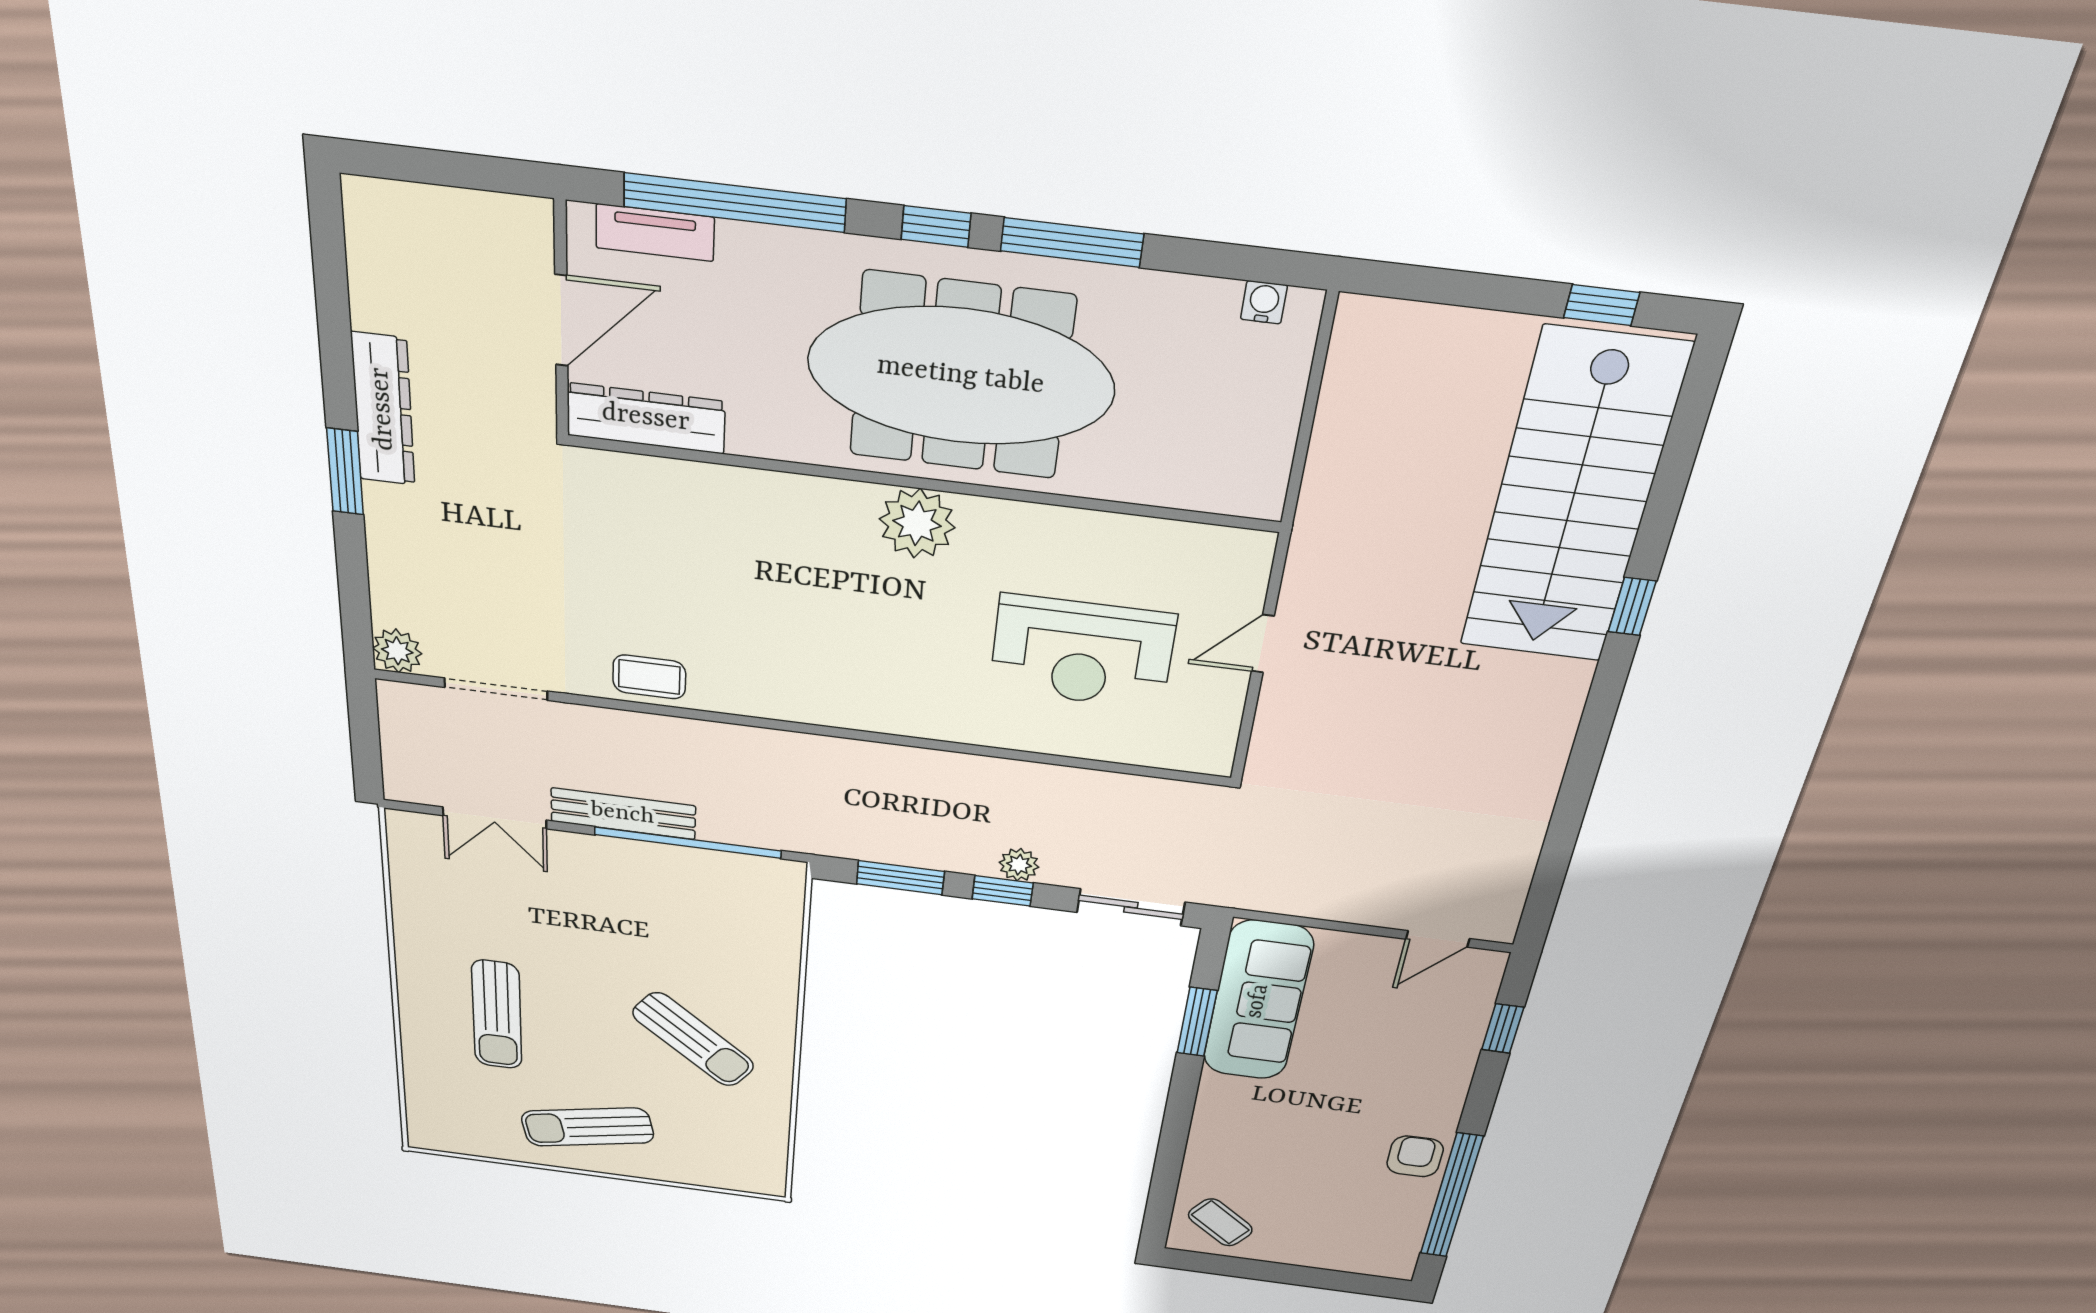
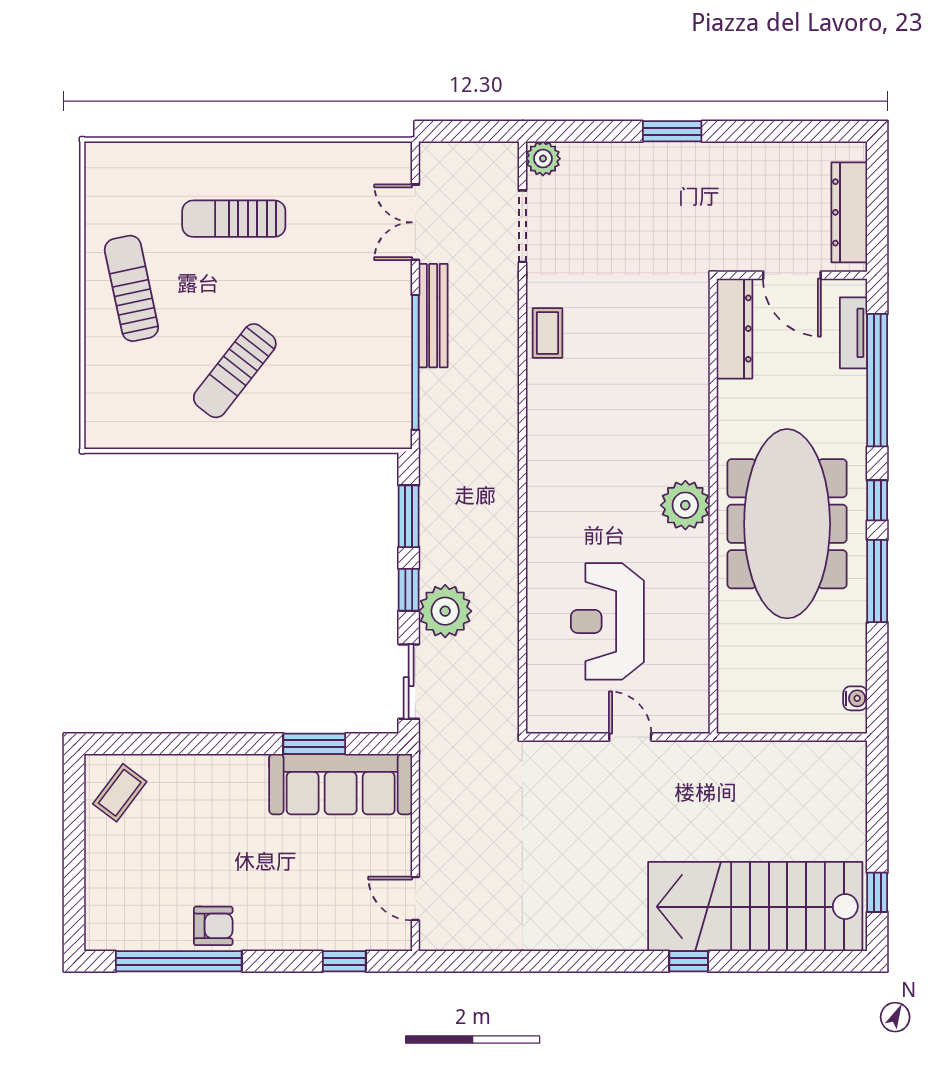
dresser: (383, 409) -> (849, 212), moved, turned 90
plant: (1019, 865) -> (445, 611), width x1.88, depth x1.88

